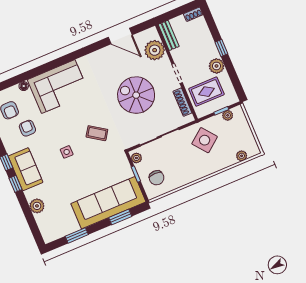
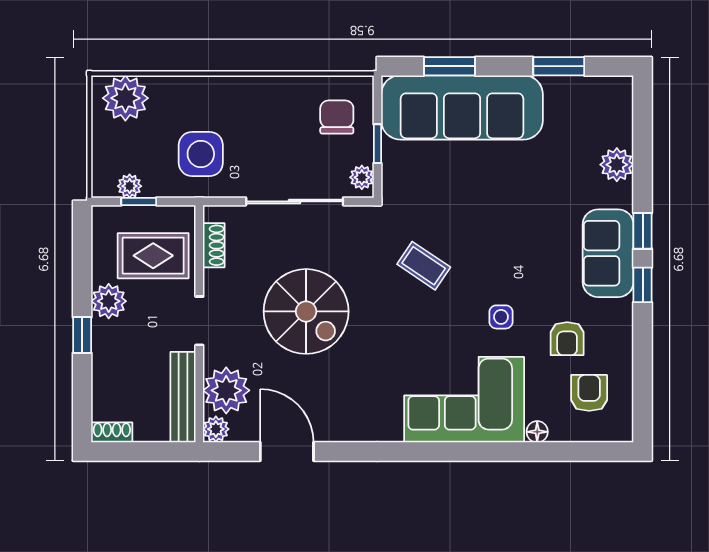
plant: (152, 33) -> (216, 429), added
bench: (169, 35) -> (183, 397), width x1.36
shoe rack: (182, 102) -> (214, 245), width x0.70
side table: (205, 140) -> (201, 154), turned 38
side table: (67, 152) -> (501, 317), moved
plant: (242, 156) -> (125, 98), width x1.87, depth x1.87

